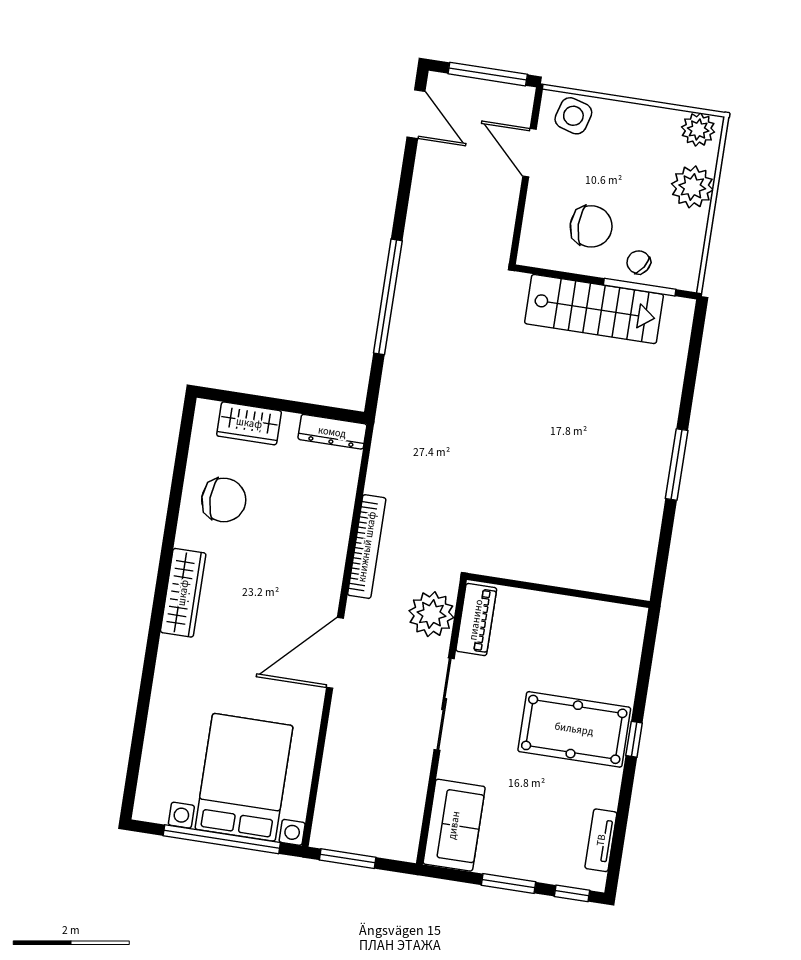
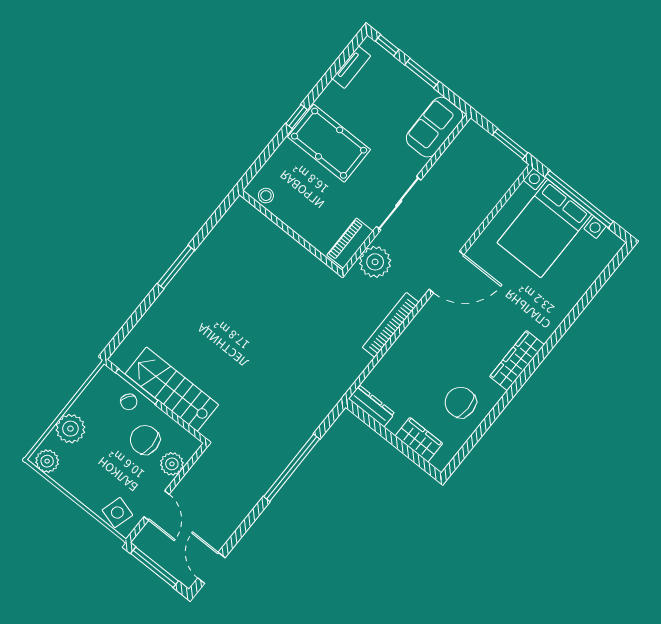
plant: (540, 216) -> (172, 464), added
stool: (616, 619) -> (266, 196), added

